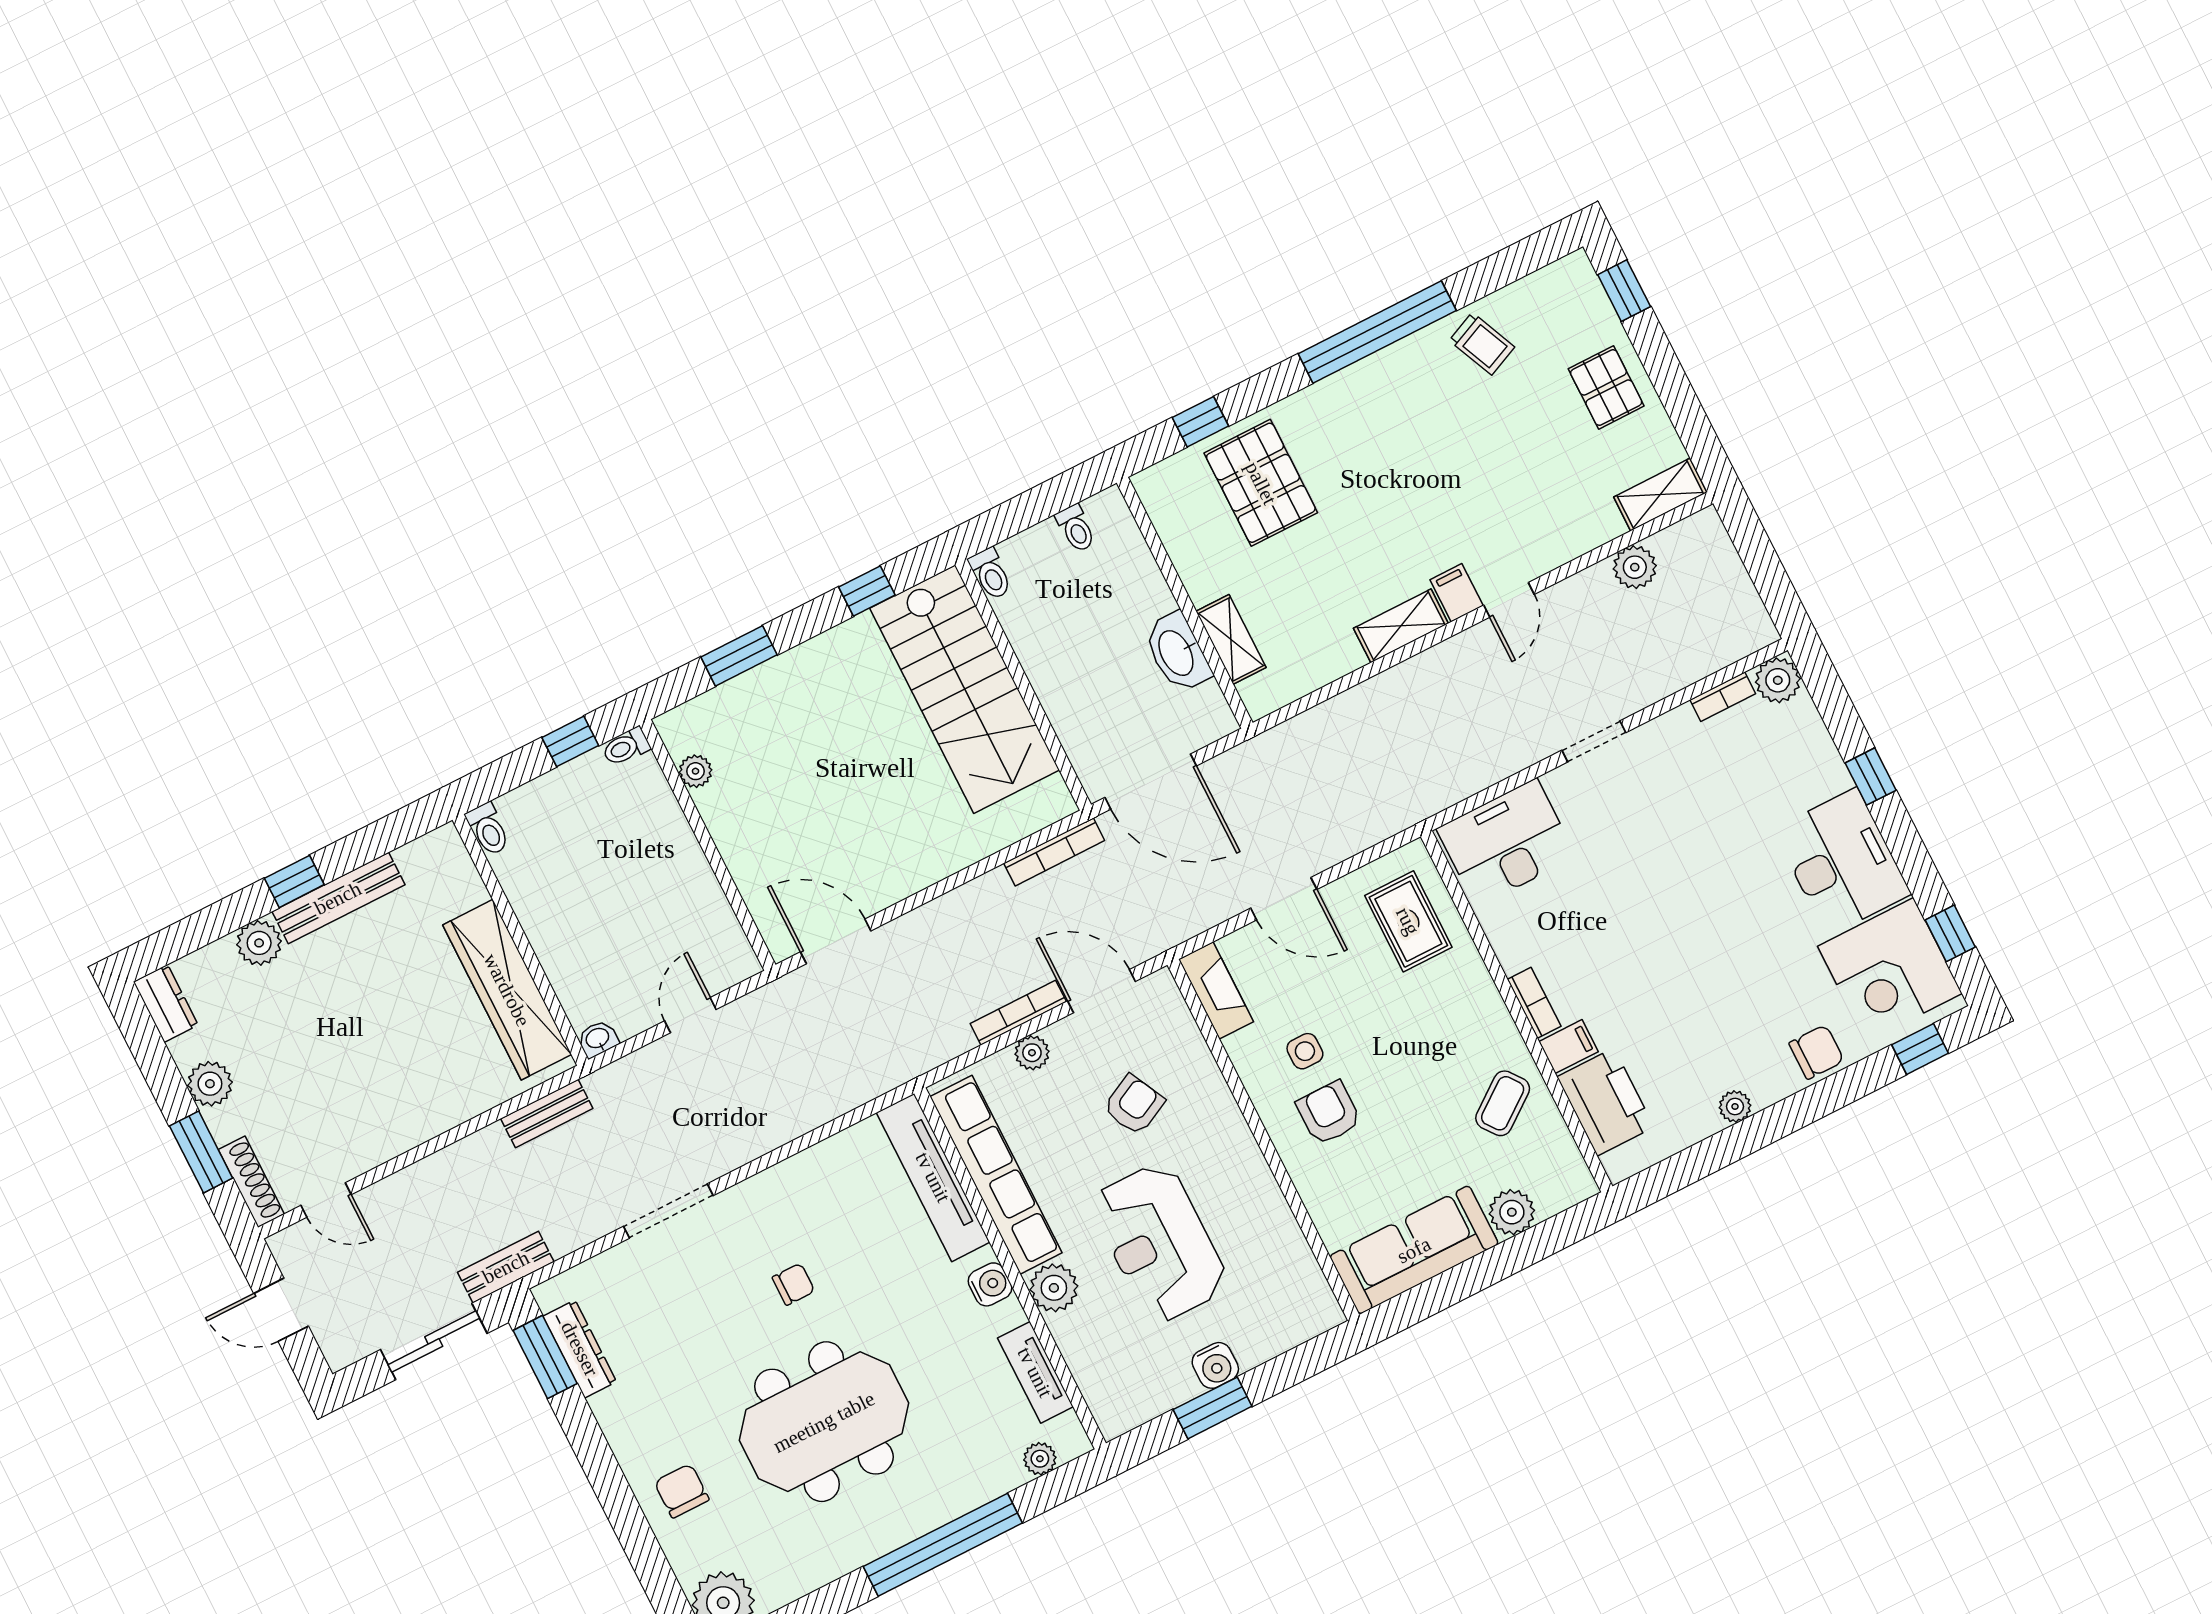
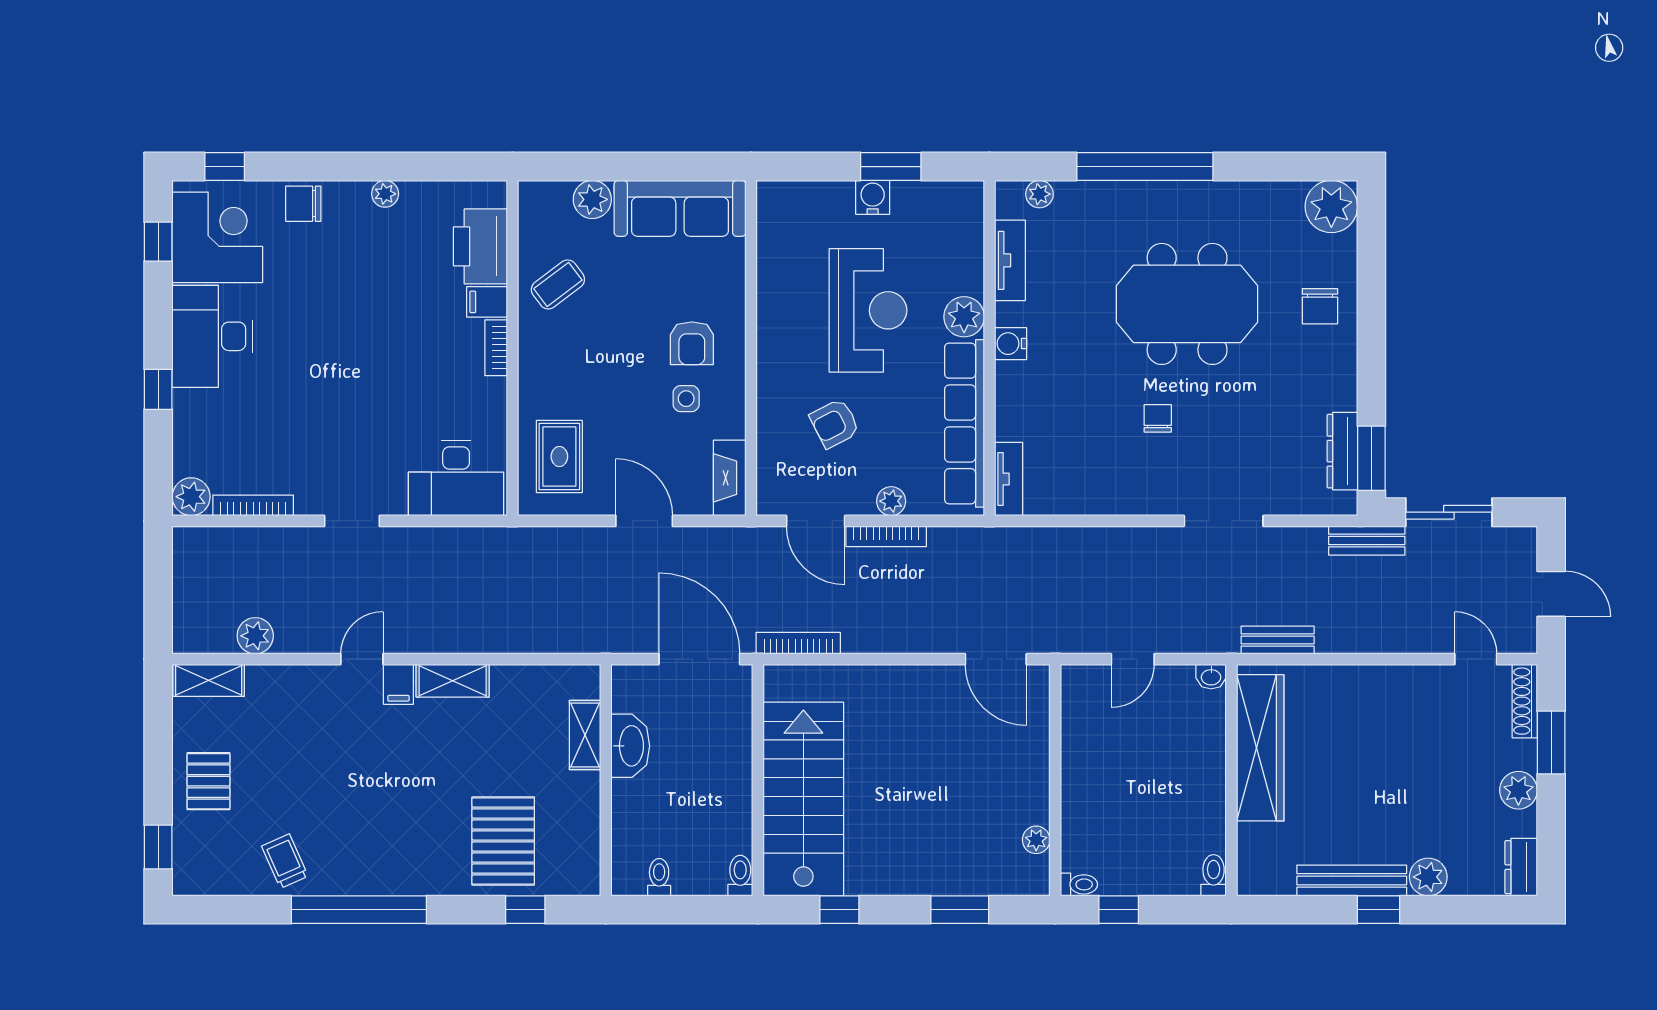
bookcase: (1723, 697) -> (253, 505), width x1.56
tv unit: (933, 1177) -> (1009, 479), width x0.52, depth x0.78
chair: (793, 1284) -> (1158, 418), turned 90

